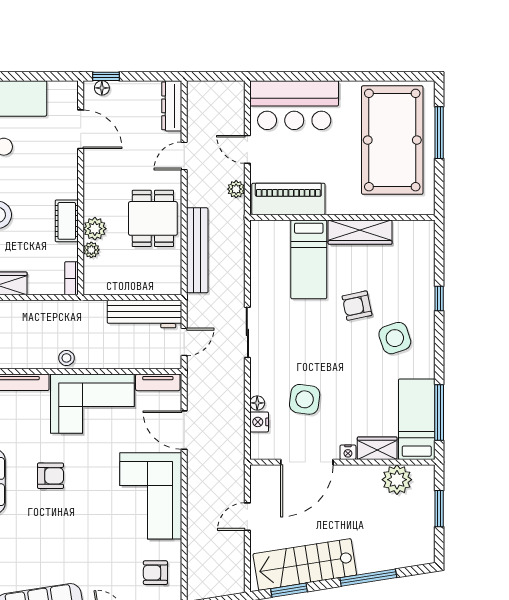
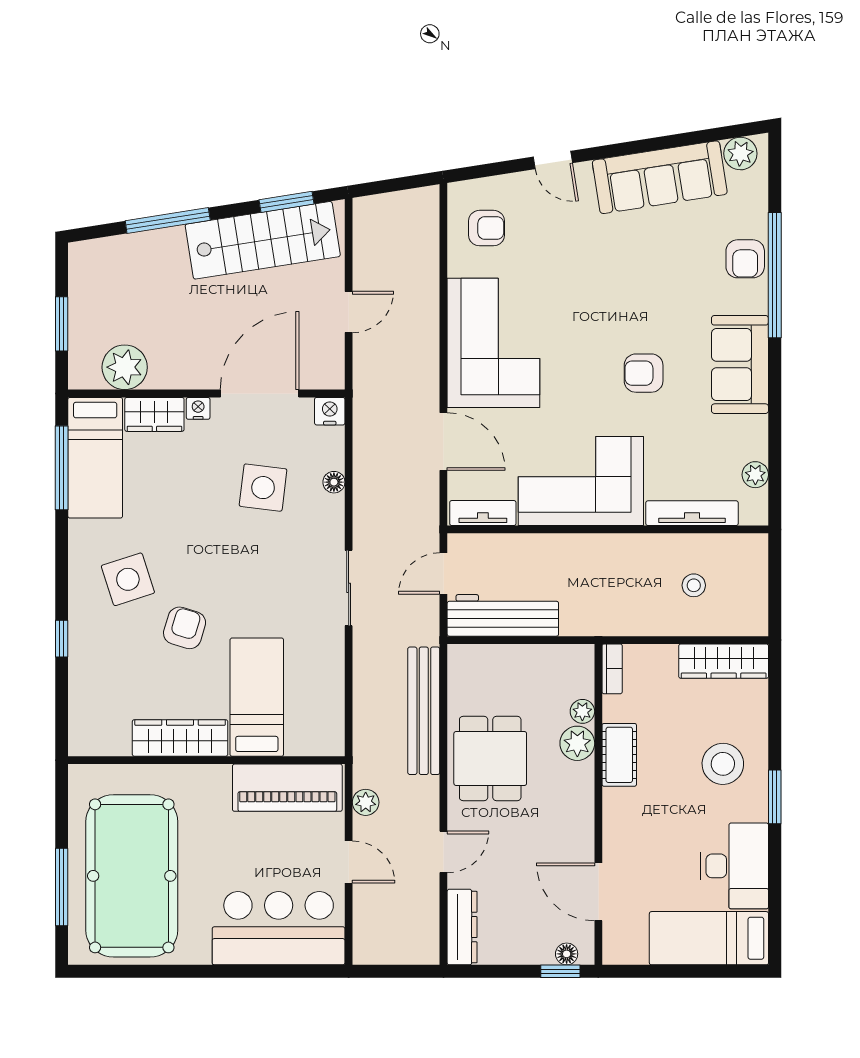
armchair: (357, 306) -> (185, 628), turned -61
stool: (66, 358) -> (694, 585), moved
nightstand: (259, 422) -> (330, 411), moved, turned -90

